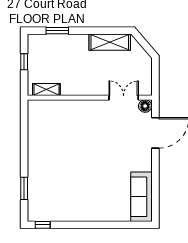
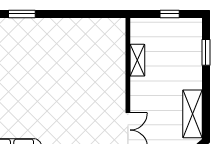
shelving: (46, 89) -> (137, 60), moved

